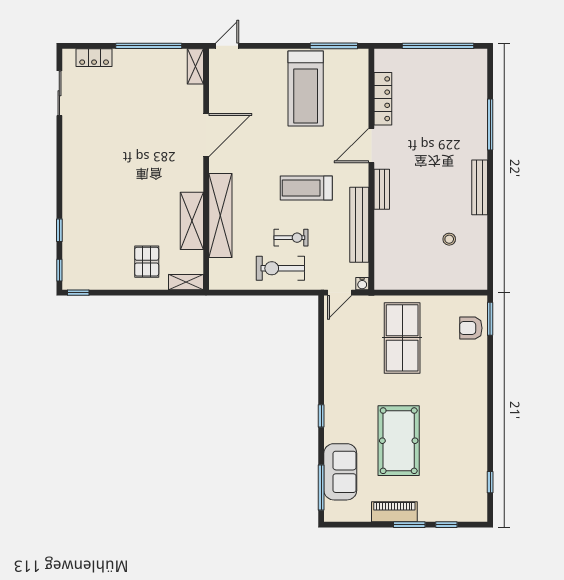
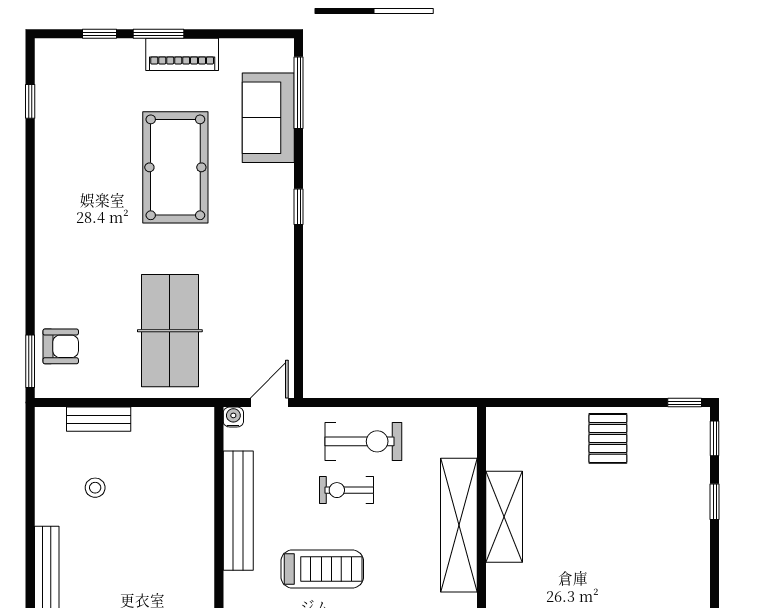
bench: (382, 189) -> (99, 419), moved, turned 90
pallet: (147, 262) -> (608, 438), moved
shelving: (186, 282) -> (513, 419), removed

